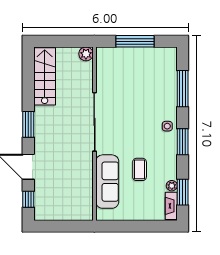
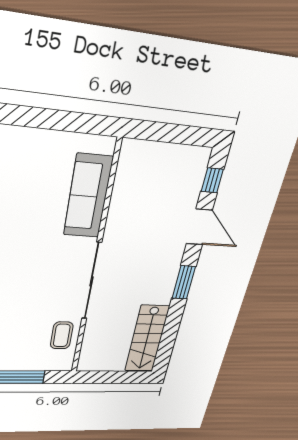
plant: (86, 54) -> (87, 363), removed
coffee table: (140, 169) -> (62, 335), moved

